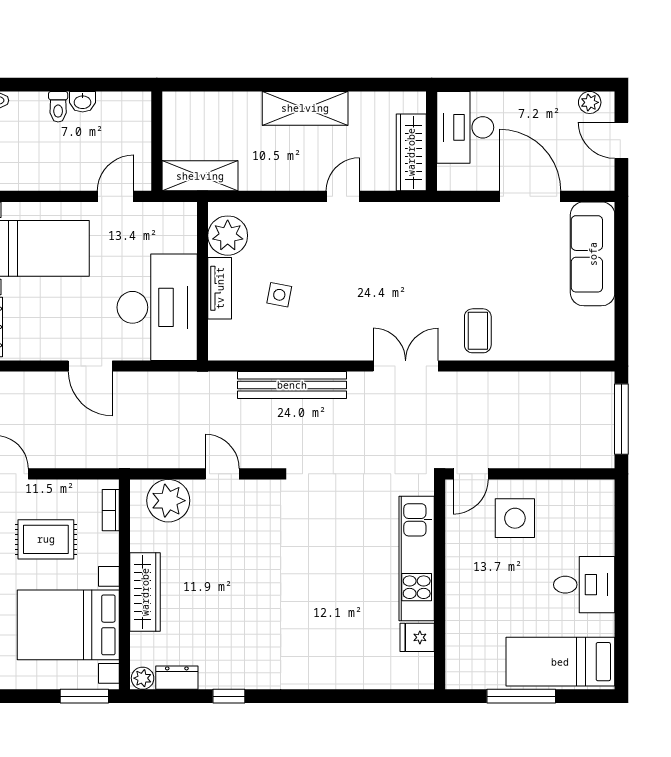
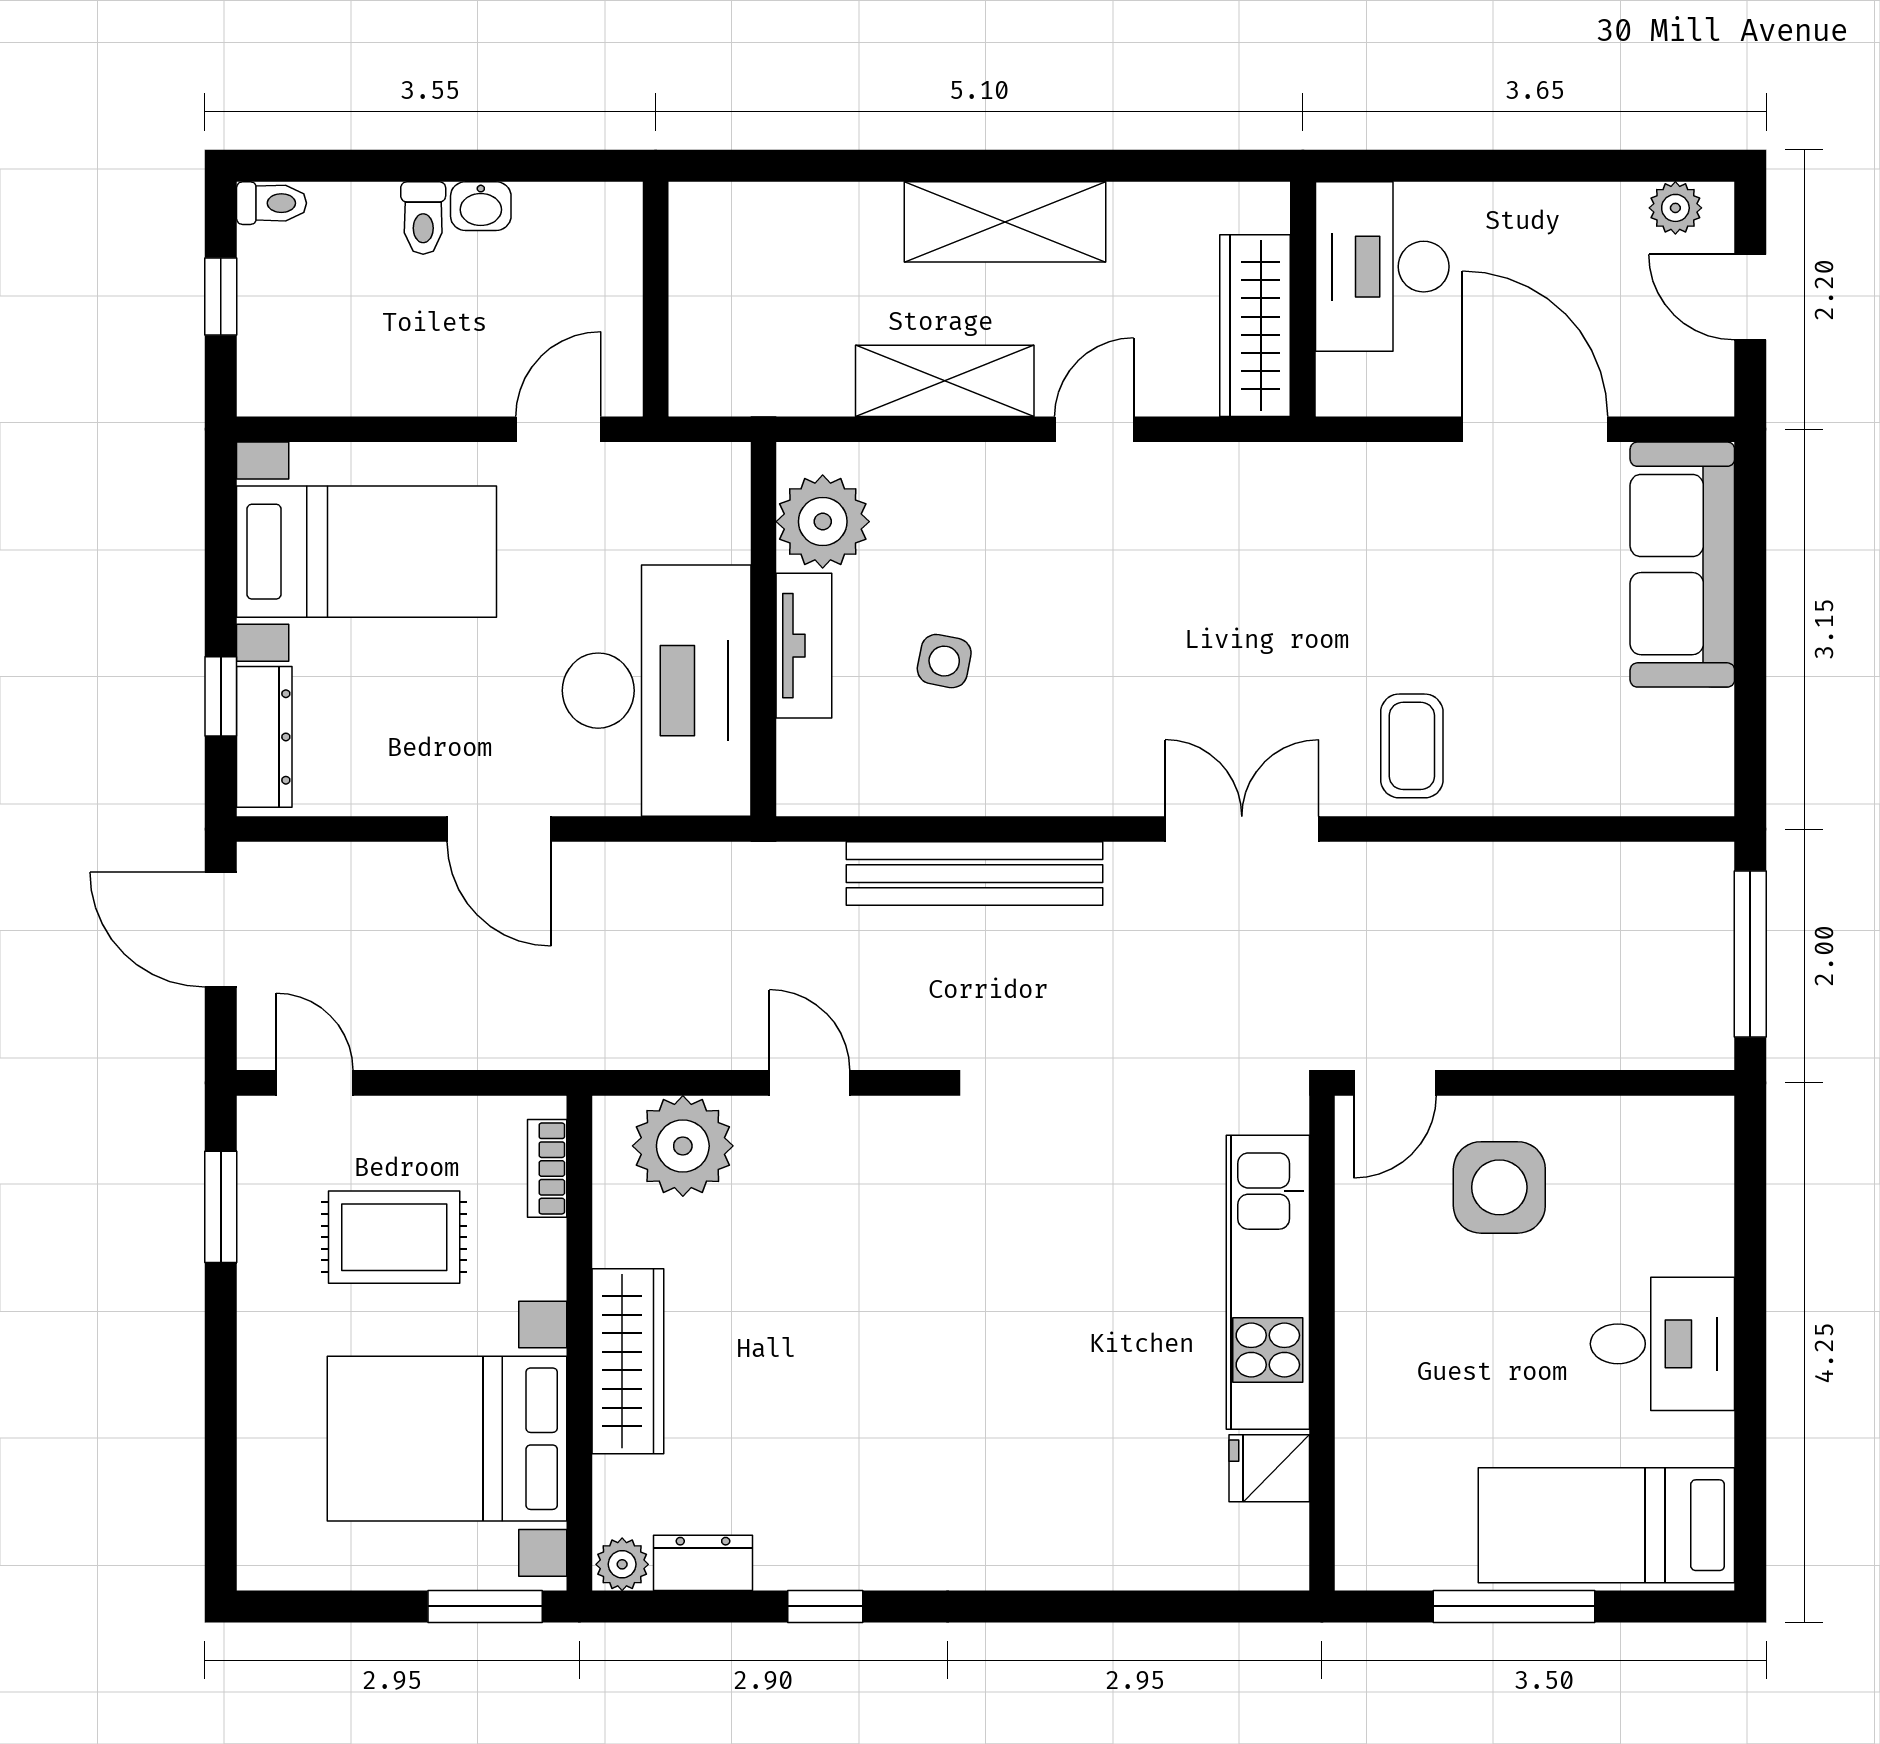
shelving: (200, 176) -> (945, 381), moved

